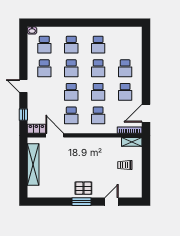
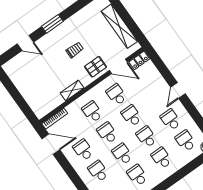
door: (23, 86) -> (178, 90), swing flipped
door: (146, 113) -> (51, 144), hinge flipped
window: (23, 115) -> (160, 65), removed
shelving: (132, 142) -> (72, 90), moved
trolley: (125, 165) -> (75, 50), moved
pallet: (83, 188) -> (96, 67), moved
door: (112, 202) -> (25, 43), hinge flipped

